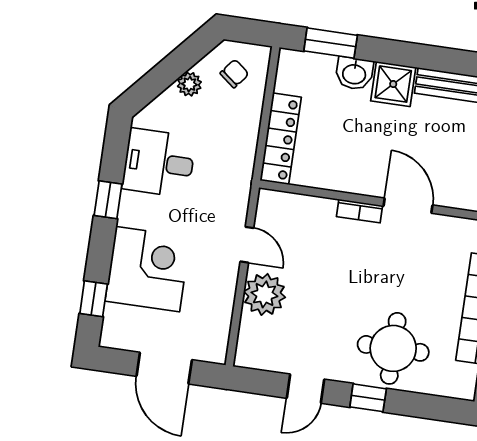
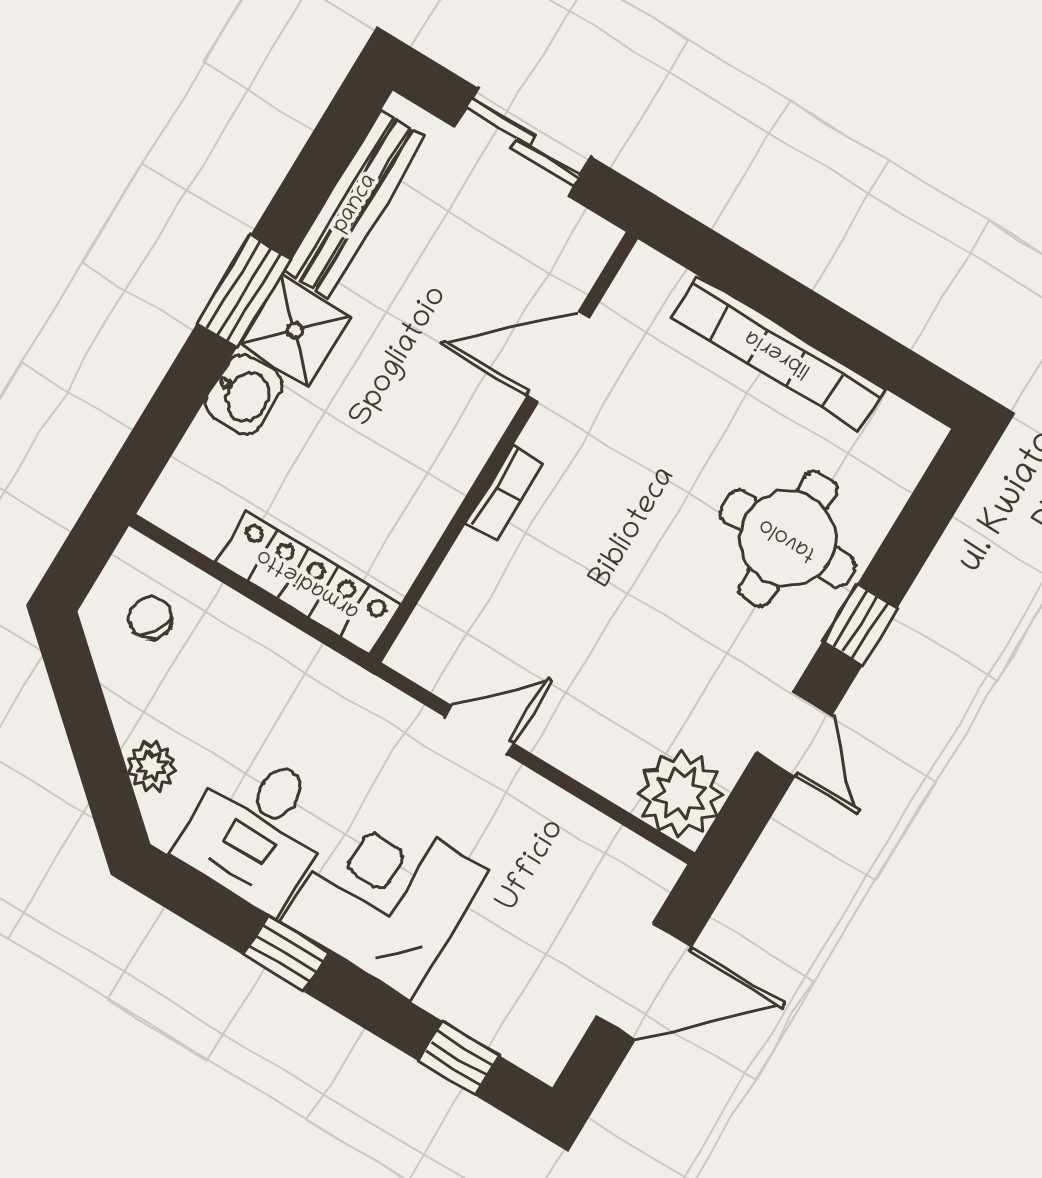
window: (331, 43) -> (244, 291), moved
plant: (189, 84) -> (152, 766), moved
door: (408, 206) -> (558, 357), moved
corner desk: (148, 269) -> (385, 897), moved
plant: (264, 294) -> (680, 793), moved

